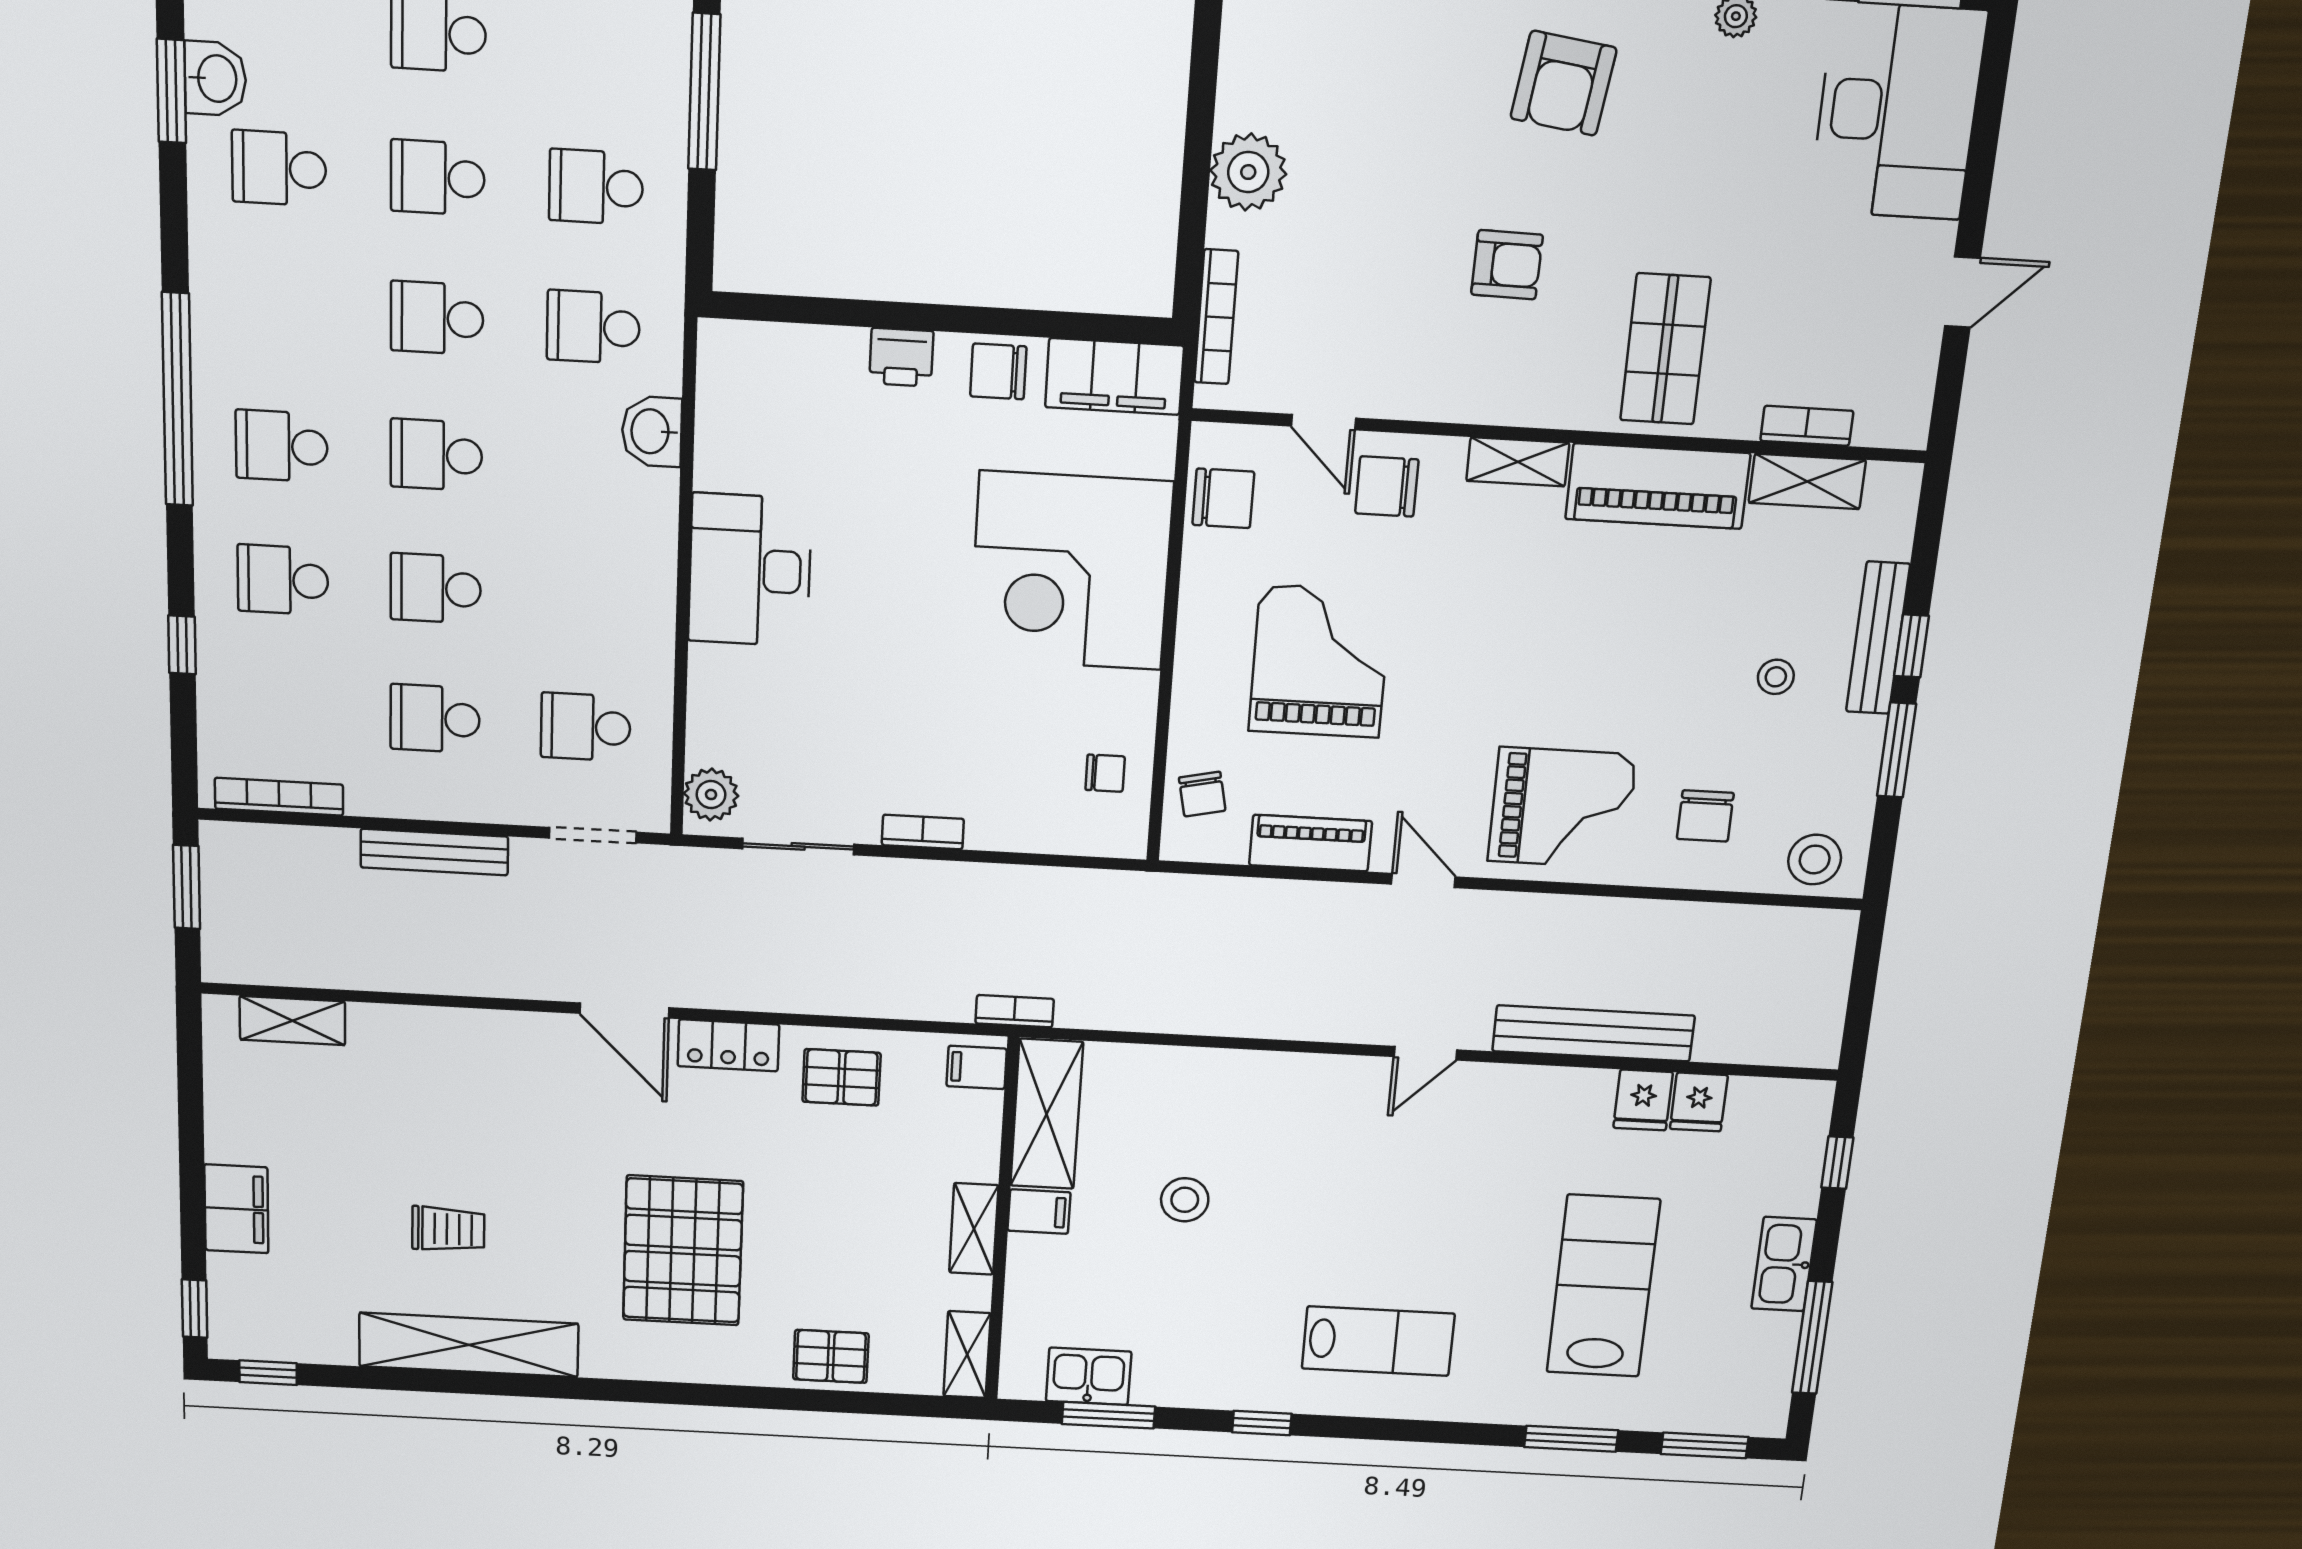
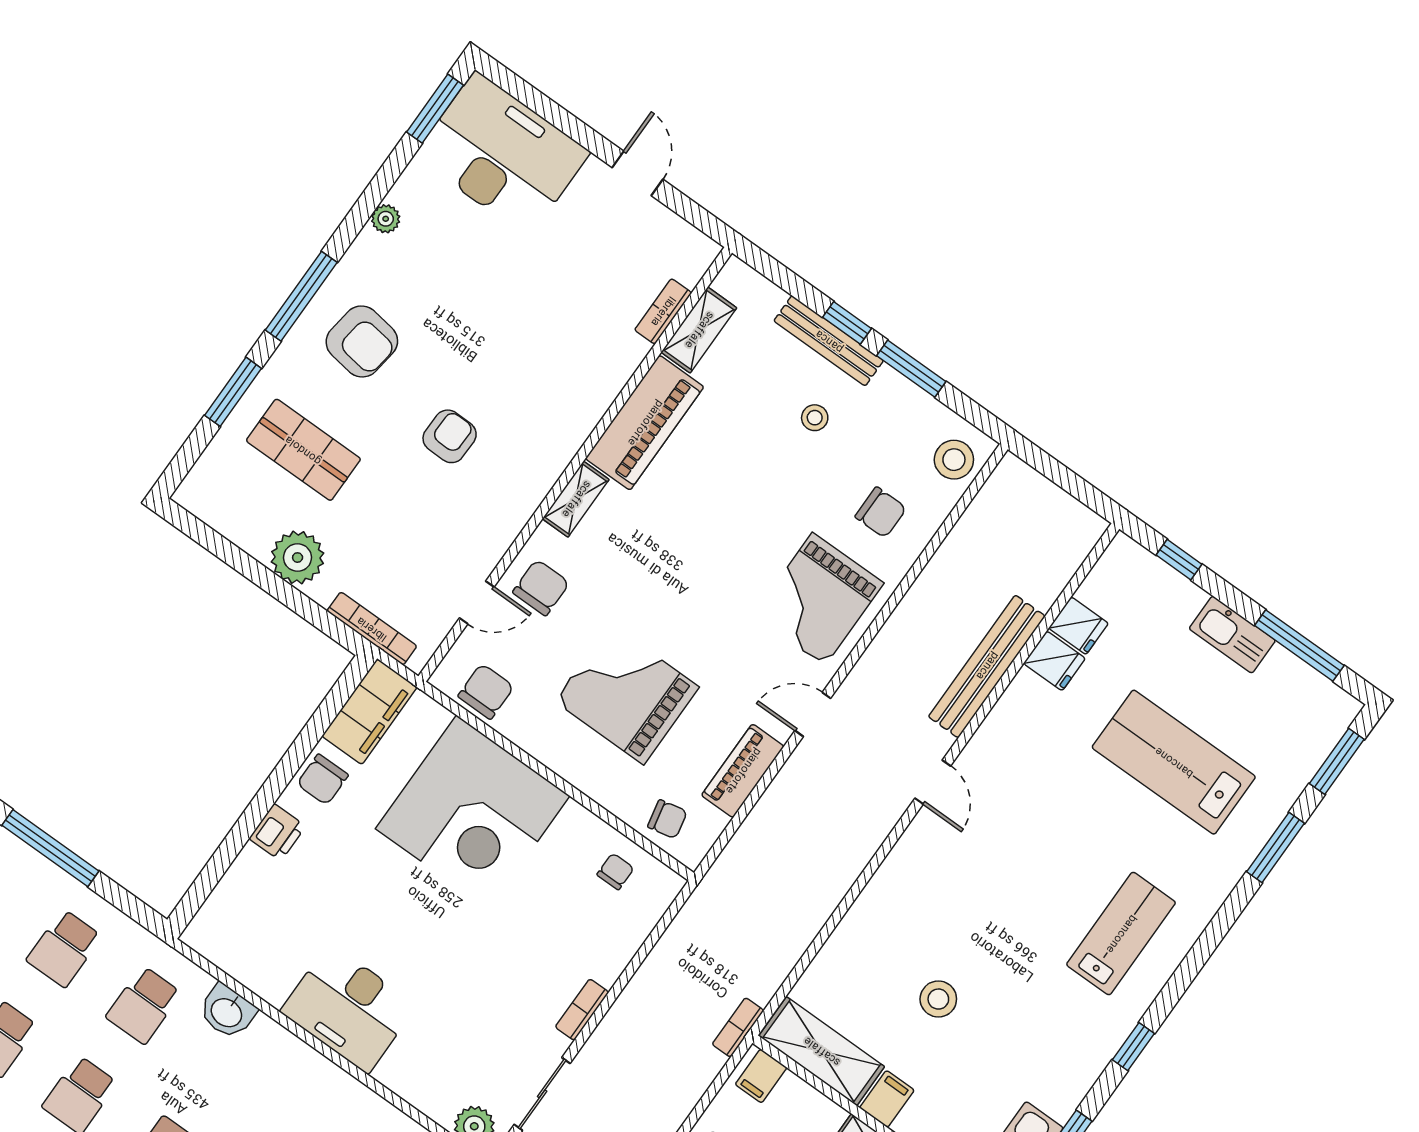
shop shelf: (1665, 349) -> (303, 450), moved
chair: (1387, 486) -> (541, 588), turned 180
grand piano: (1562, 808) -> (819, 599), turned 180

